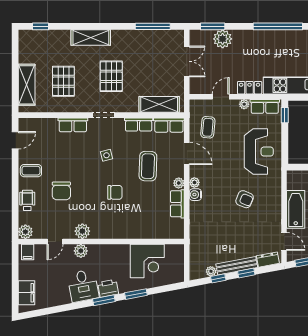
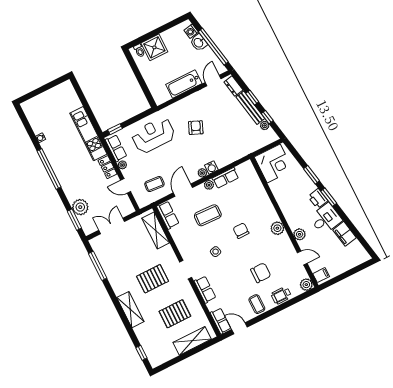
row of seats: (139, 124) -> (221, 321), moved
plant: (82, 231) -> (277, 228), moved
corner desk: (147, 261) -> (274, 163), moved, turned 90
filing cabinet: (27, 293) -> (345, 234), moved, turned -101

